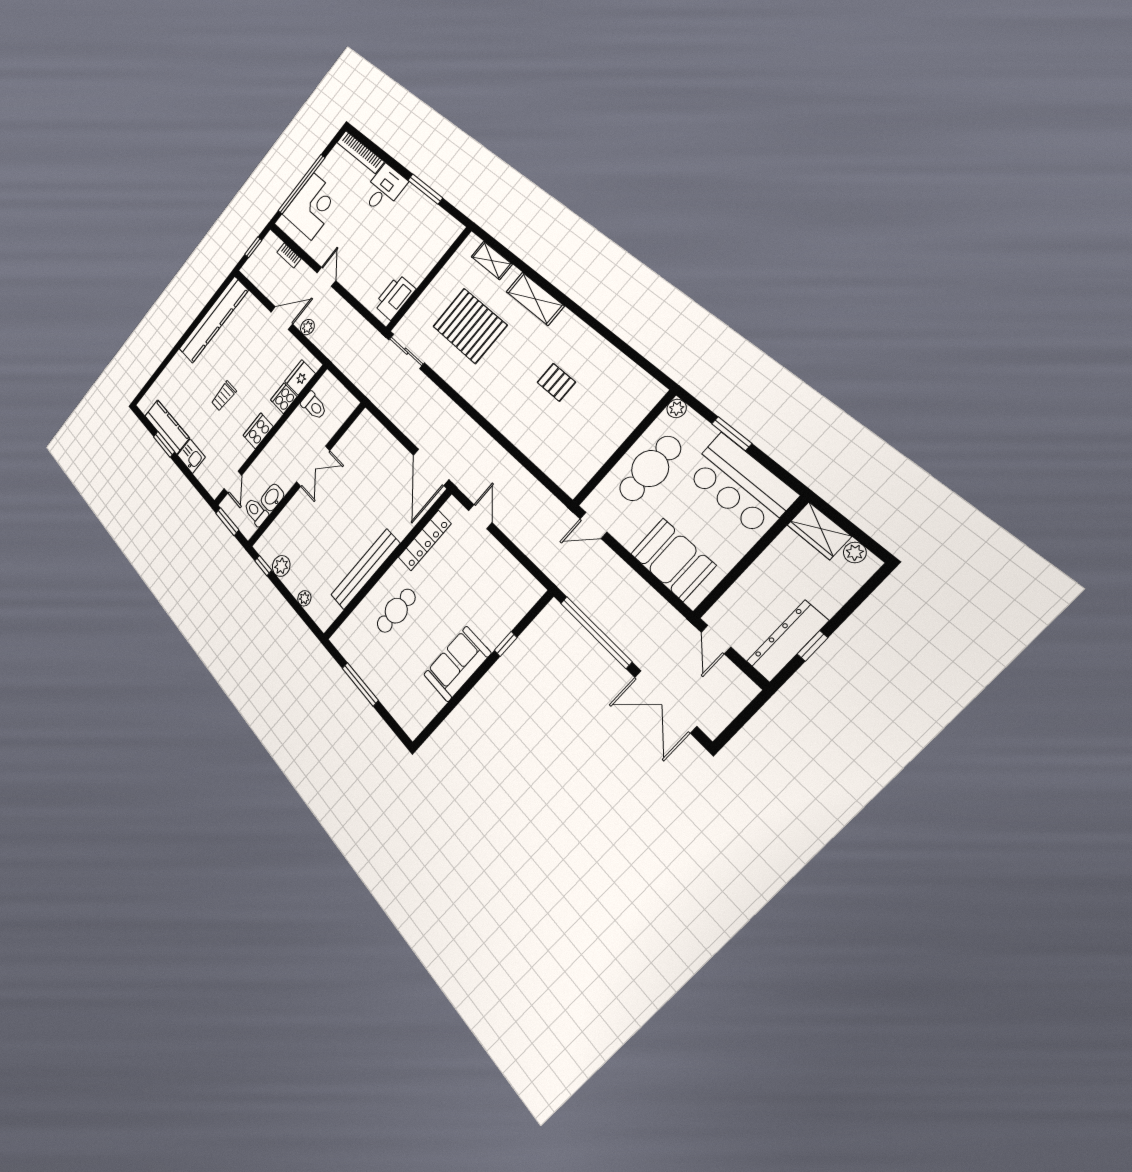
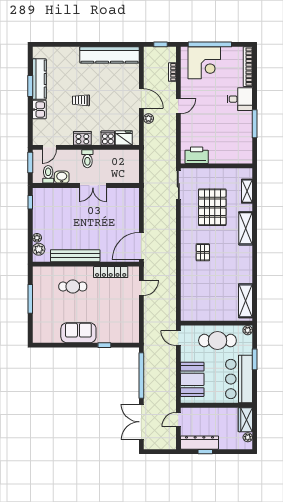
shelving: (631, 377) -> (246, 301), added
pallet: (556, 382) -> (203, 252), moved
toilet: (314, 406) -> (87, 159), moved
plant: (281, 566) -> (39, 249), moved

